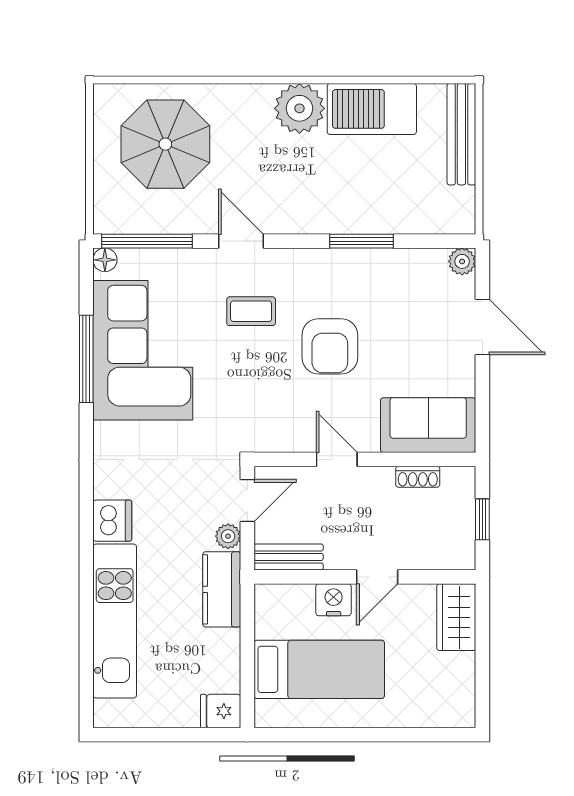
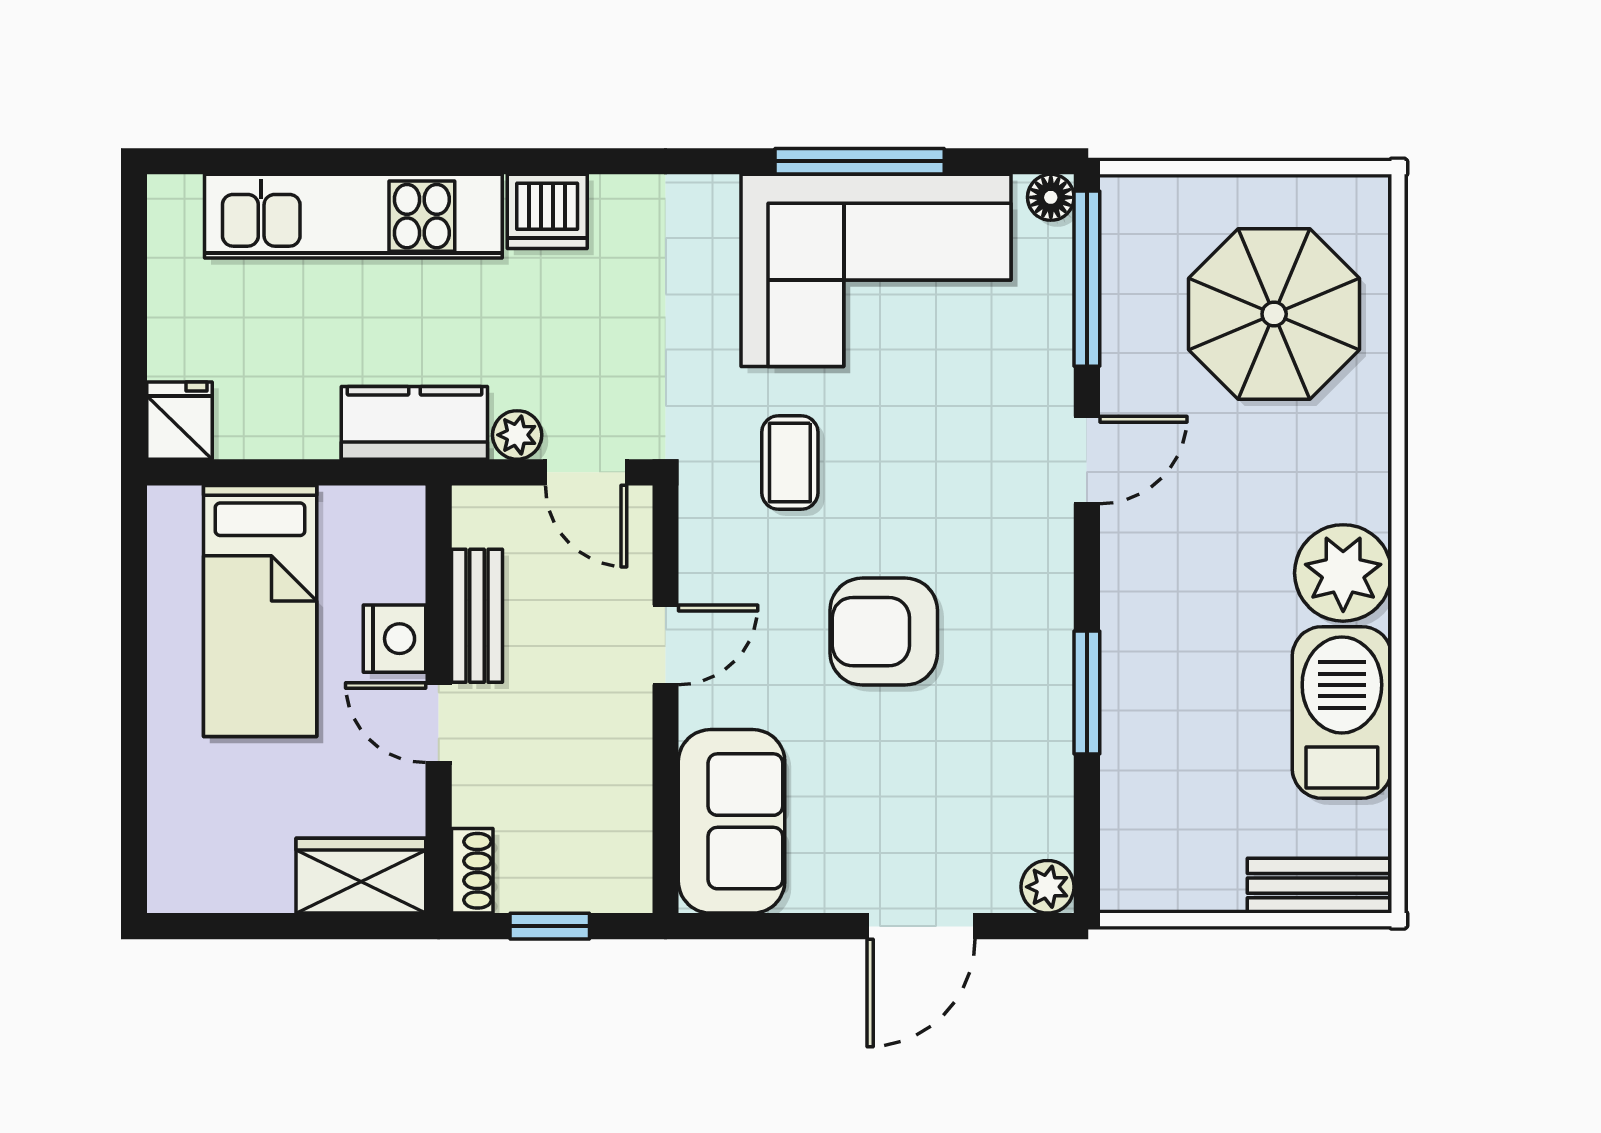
bench: (461, 134) -> (1319, 886), width x0.73
coffee table: (251, 311) -> (790, 462), moved
shoe rack: (418, 477) -> (472, 871), moved, turned 180
bench: (289, 557) -> (477, 616), moved

